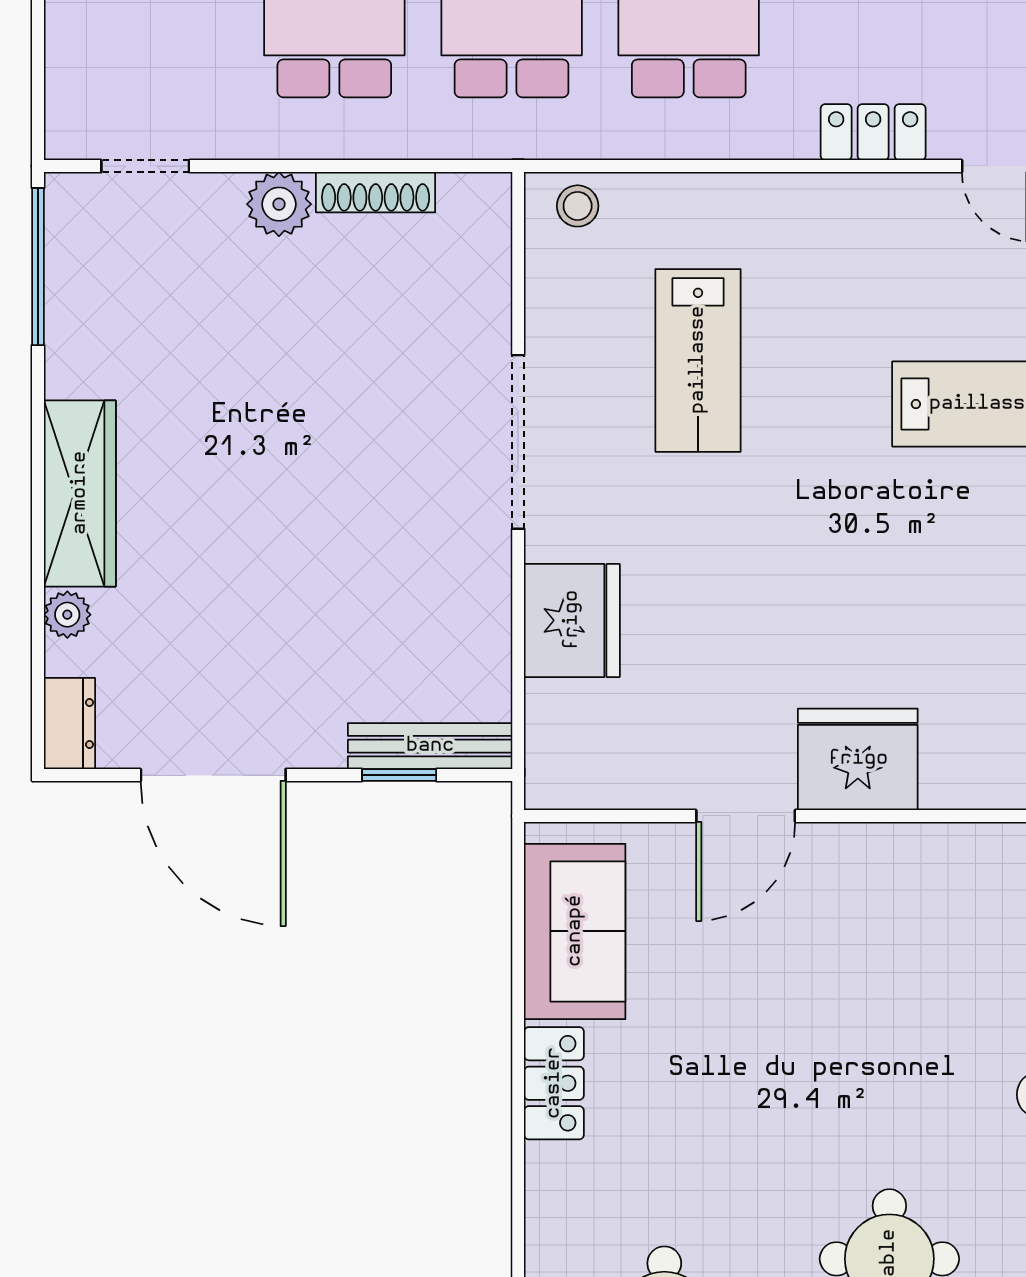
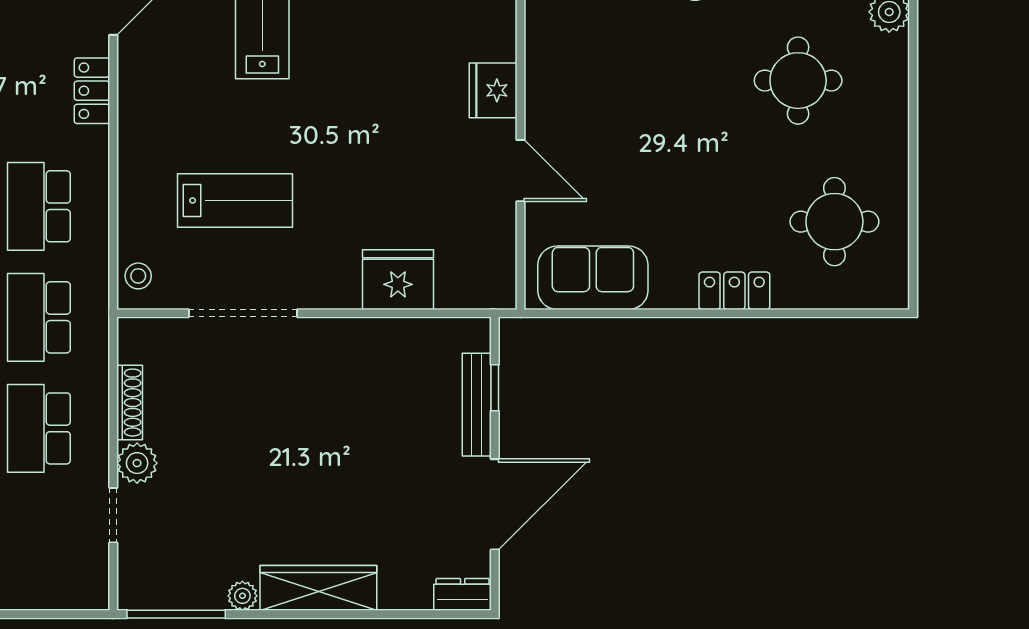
doorway: (145, 166) -> (113, 515), moved
doorway: (518, 442) -> (243, 313), moved
plant: (67, 615) -> (242, 596), moved
bench: (430, 746) -> (477, 405), moved
fridge: (858, 759) -> (493, 90), width x0.73, depth x0.75
locker: (554, 1083) -> (734, 291), moved

